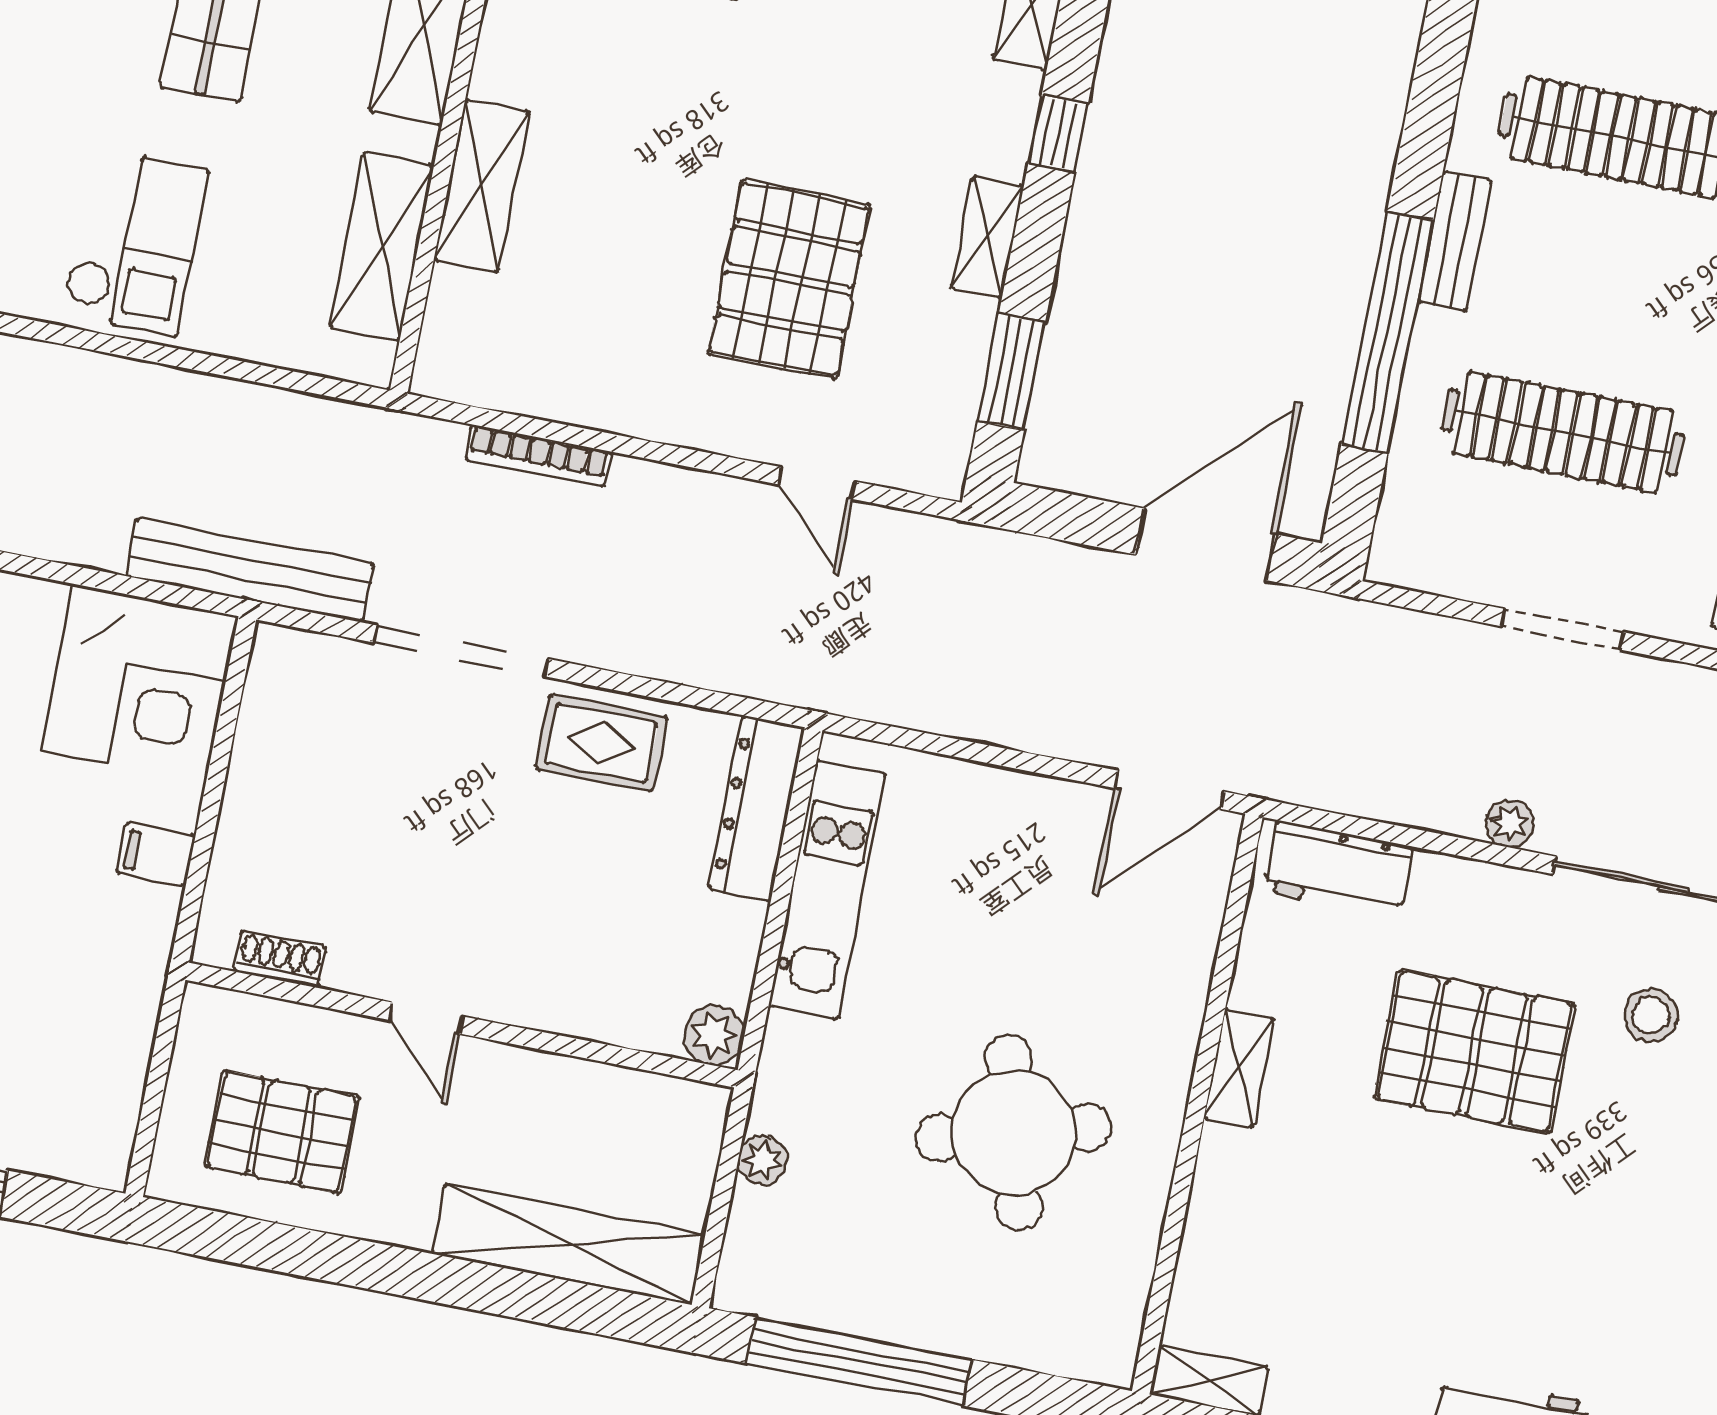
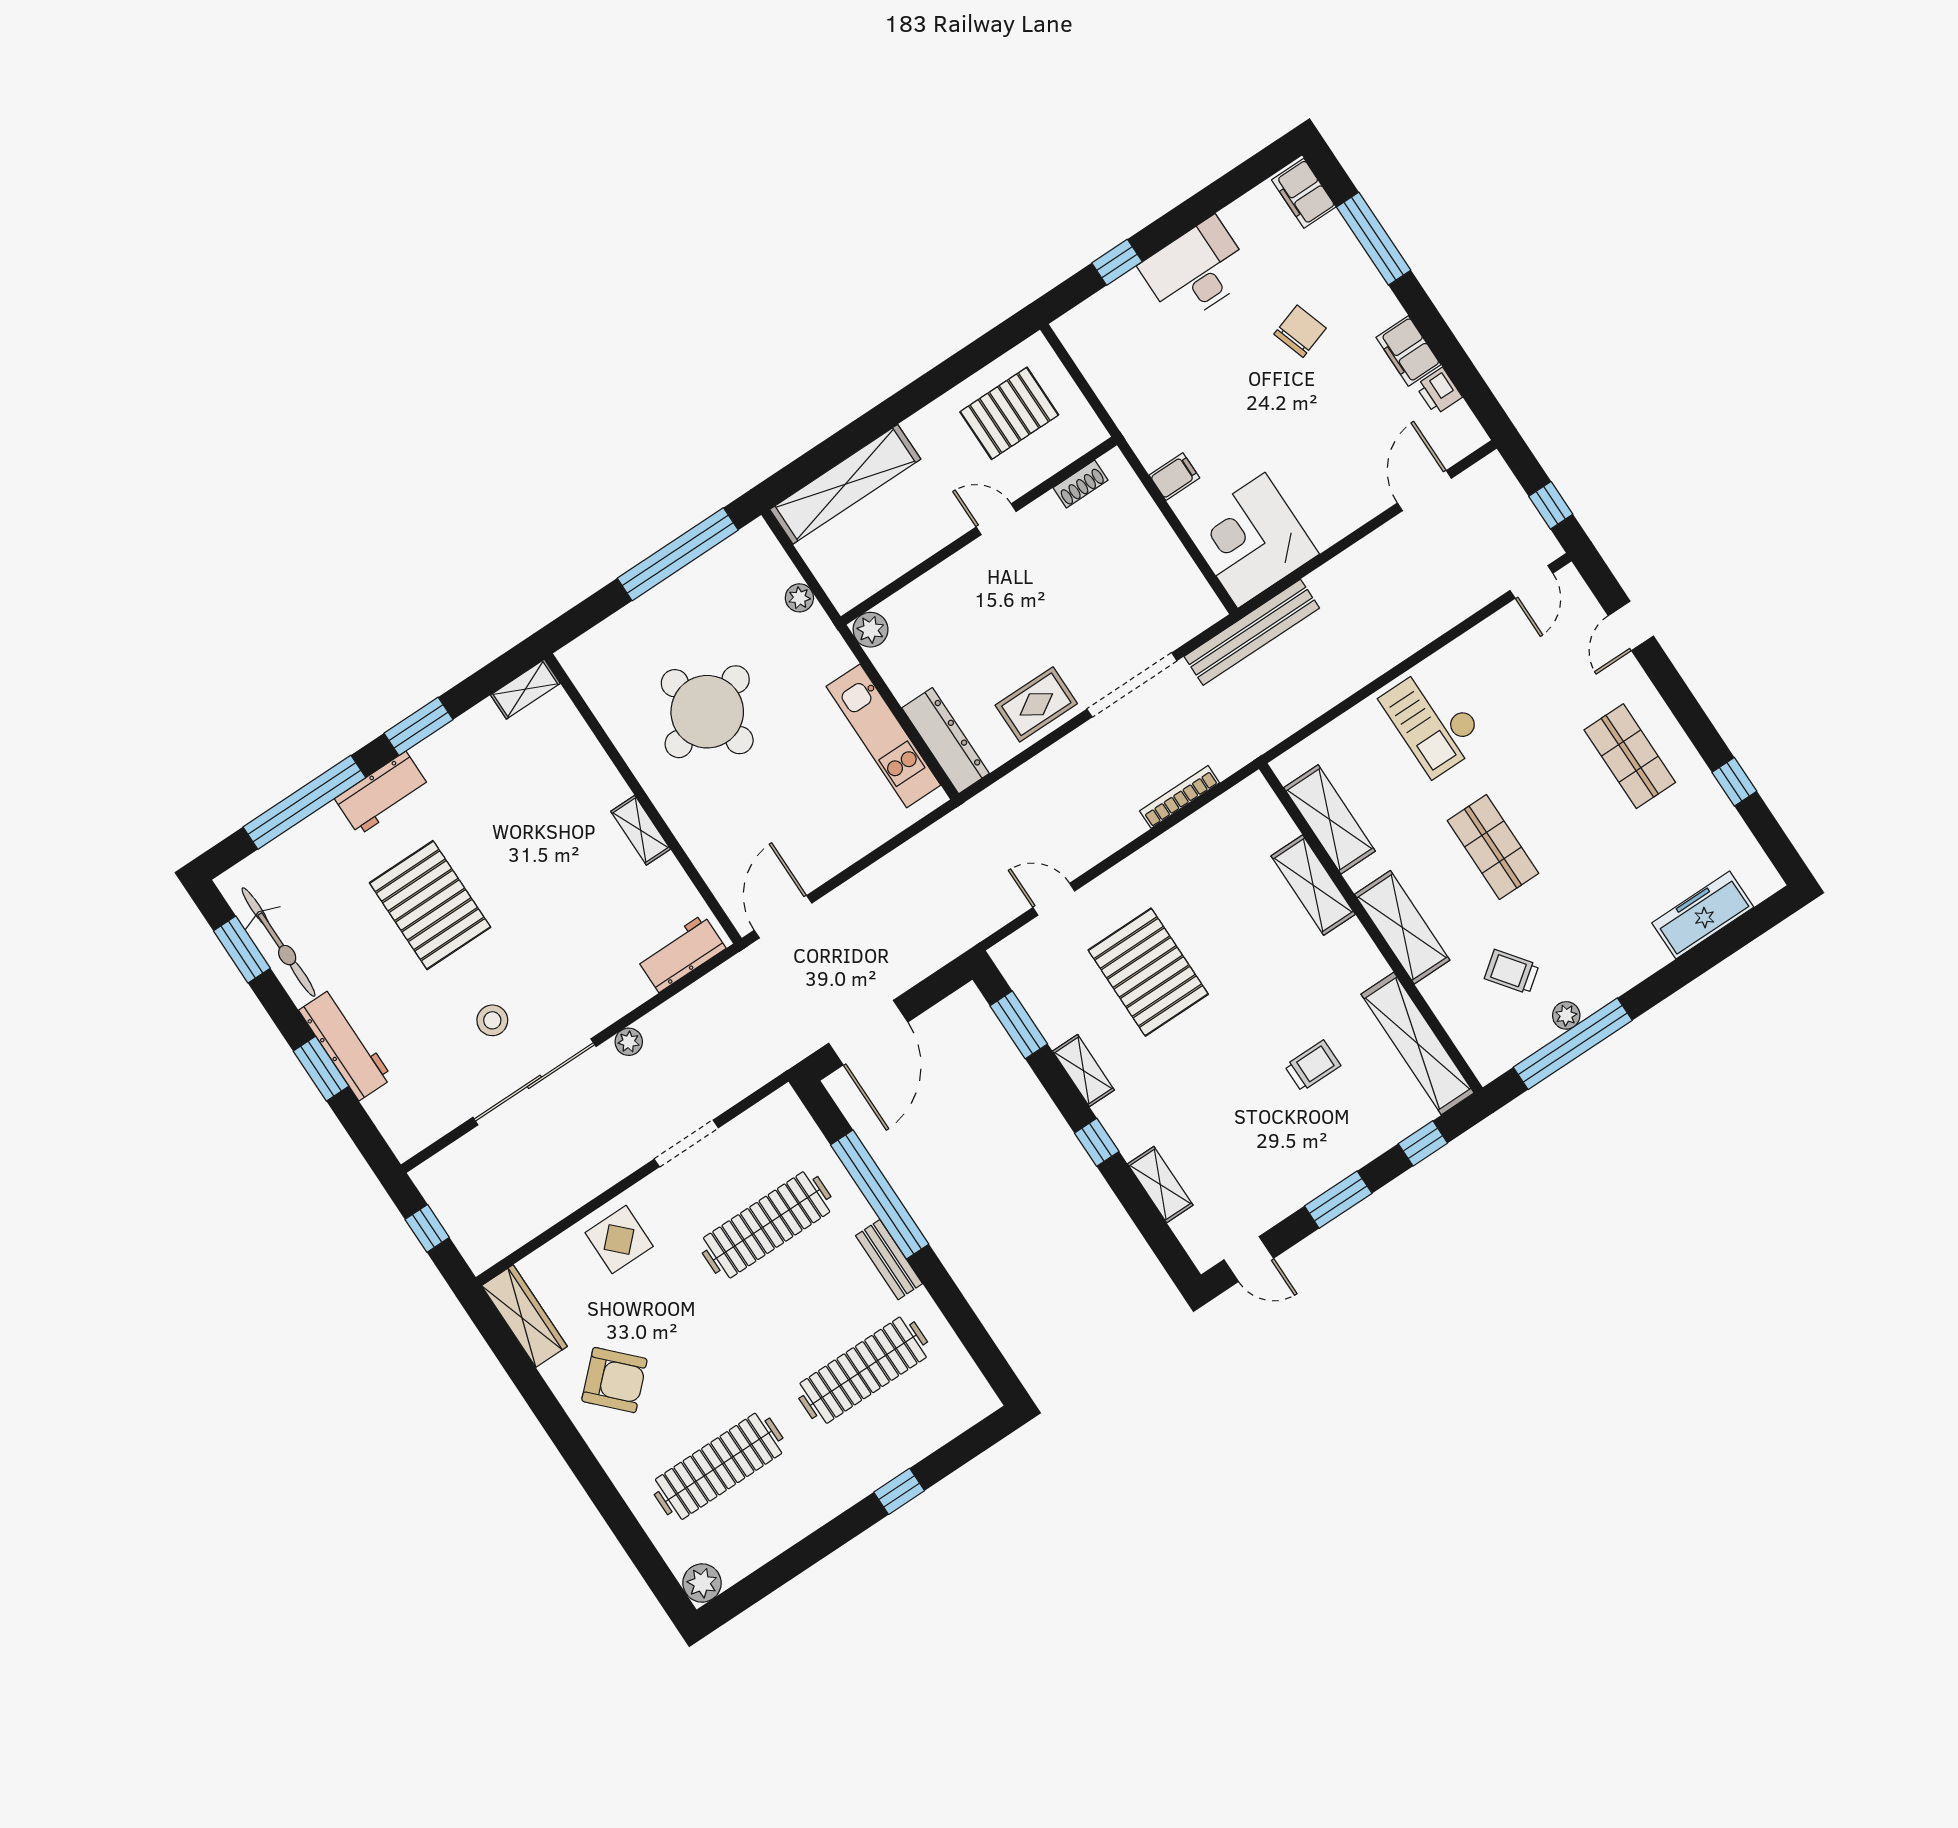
pallet: (1474, 1051) -> (430, 905), moved, turned 90

